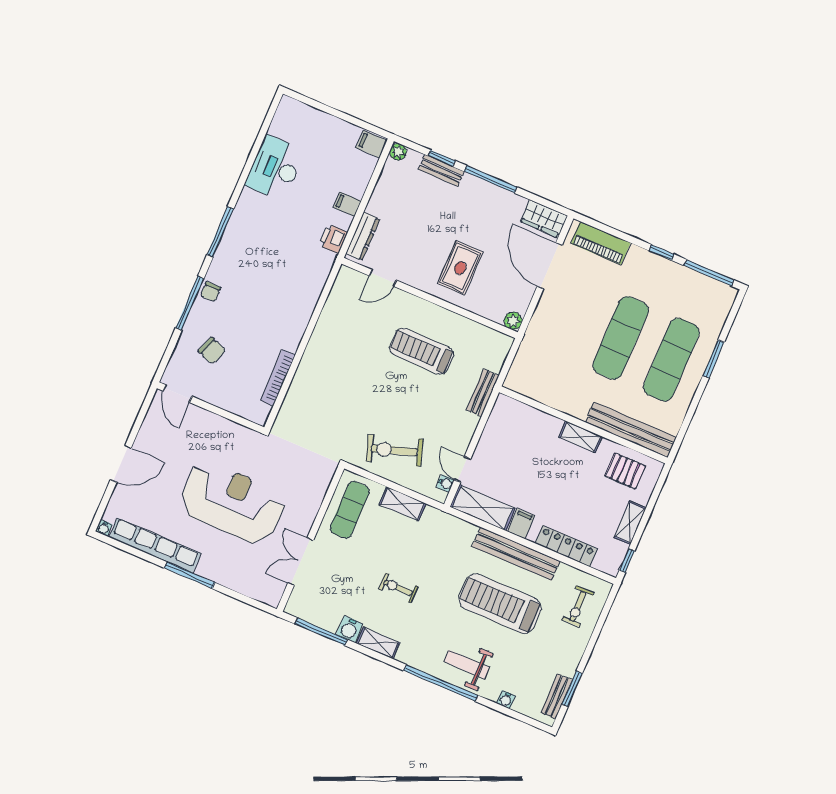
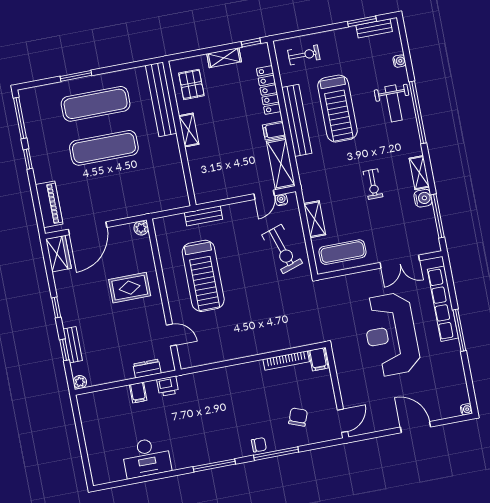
filing cabinet: (372, 144) -> (318, 359), moved
window: (491, 179) -> (56, 307), width x0.46
dresser: (363, 236) -> (147, 369), width x0.70
treadmill: (422, 351) -> (203, 276), width x1.37, depth x1.37
row of seats: (155, 545) -> (443, 304), moved

